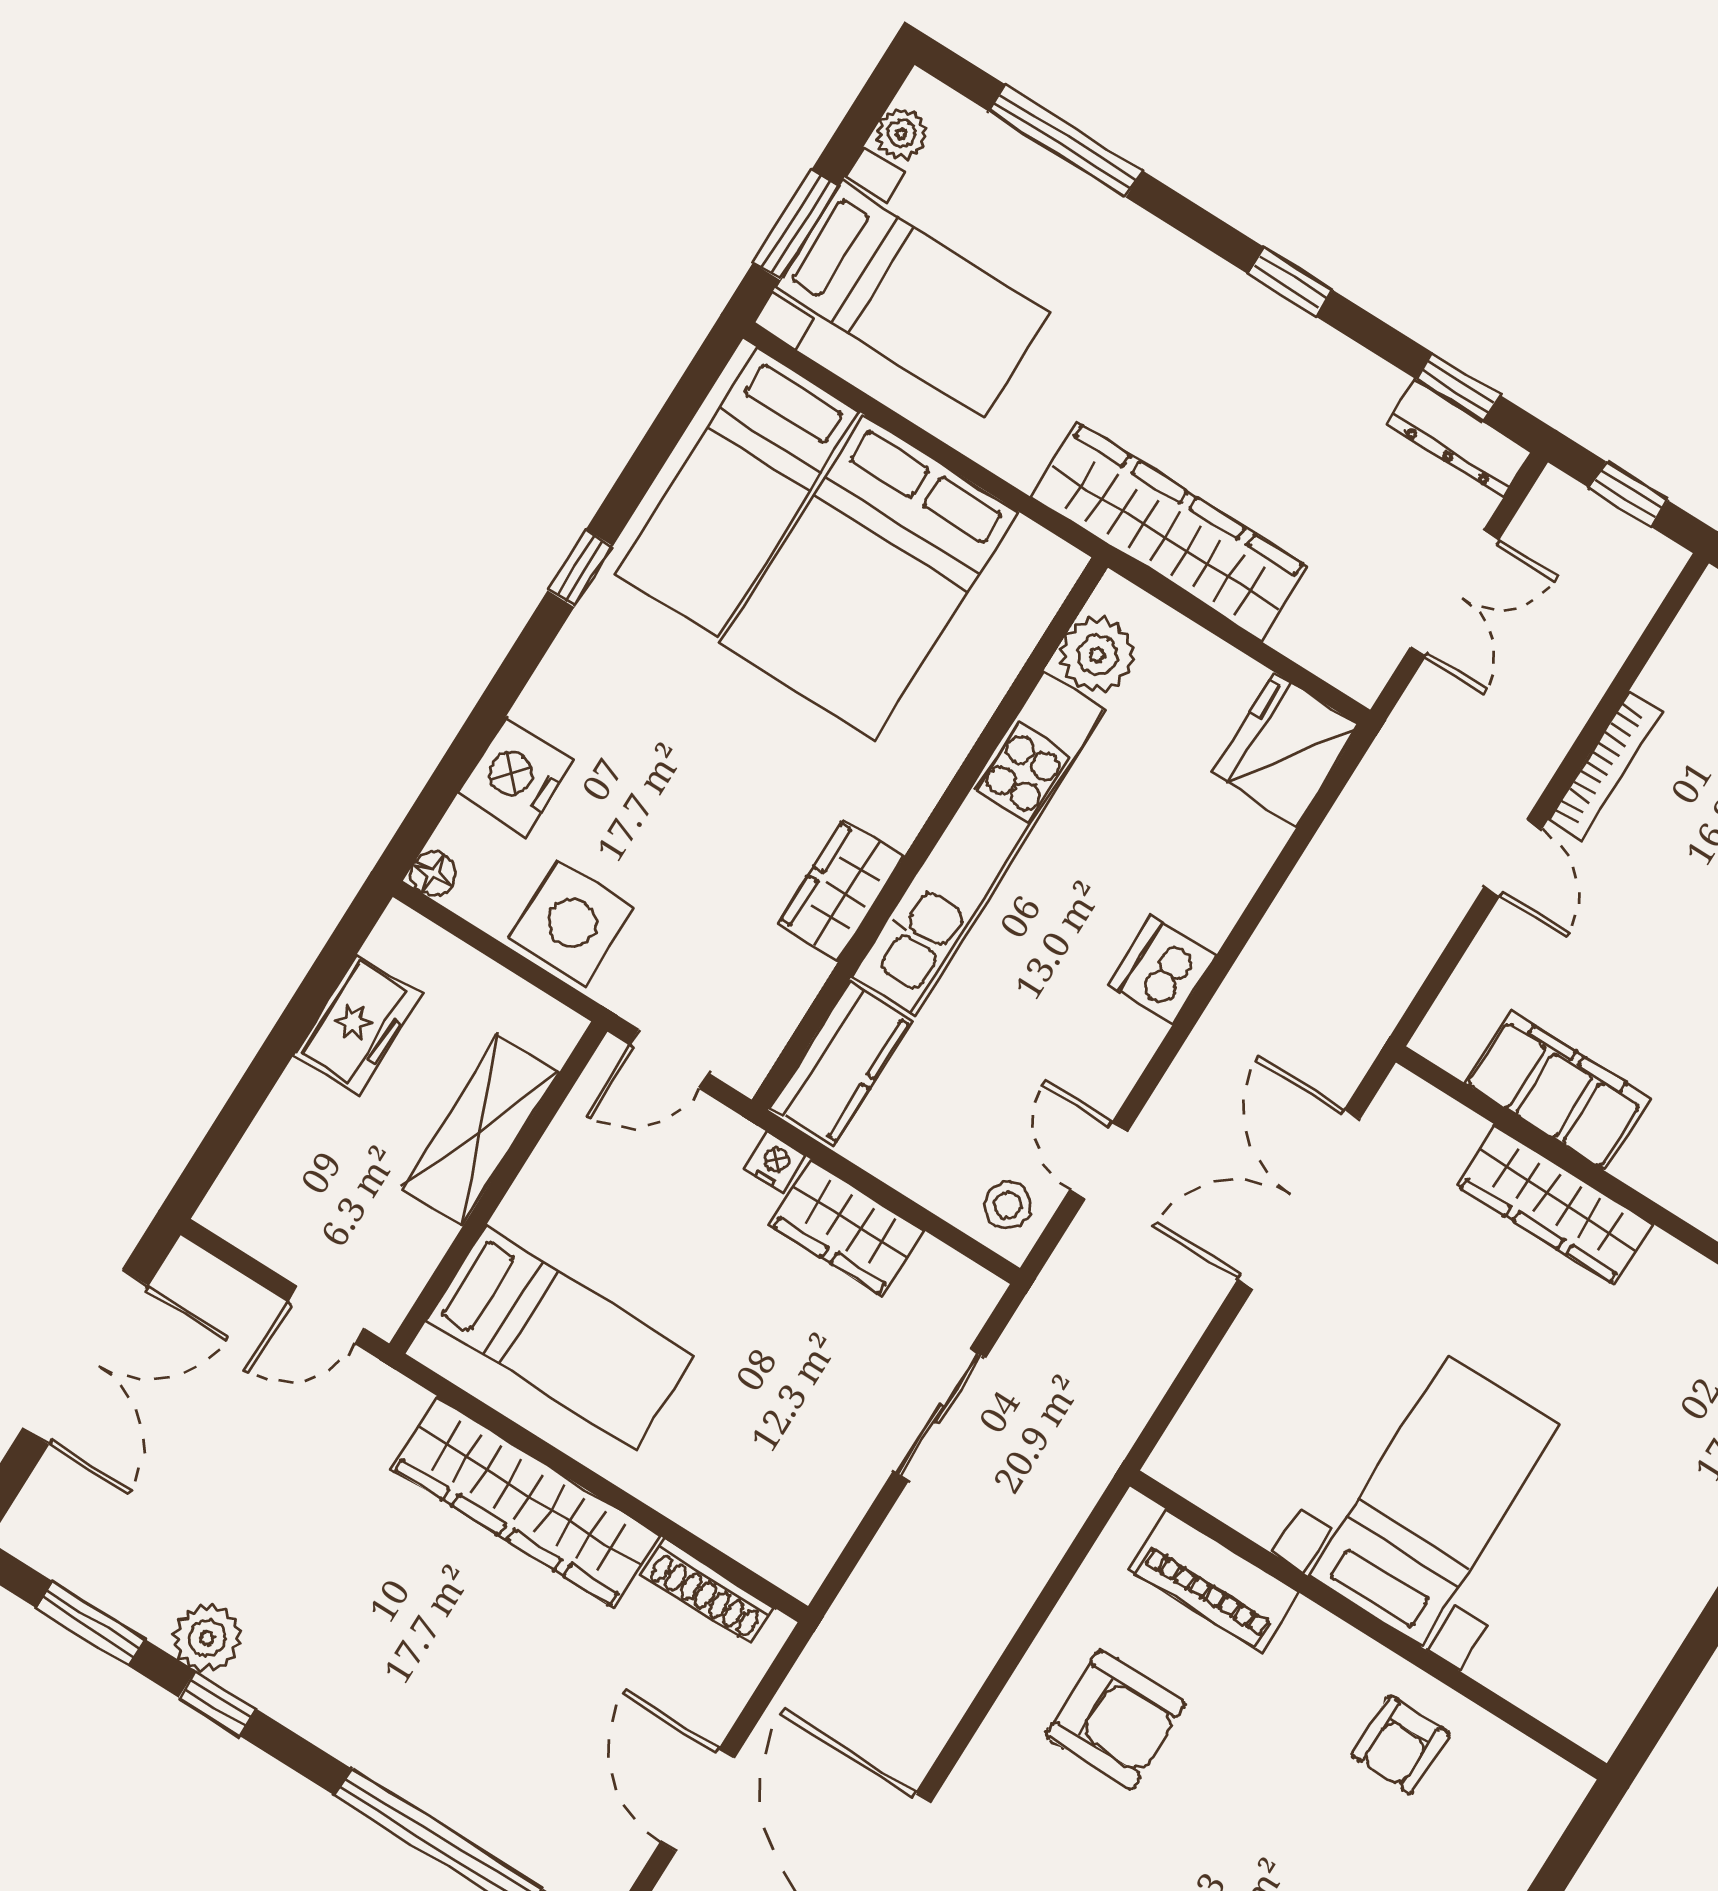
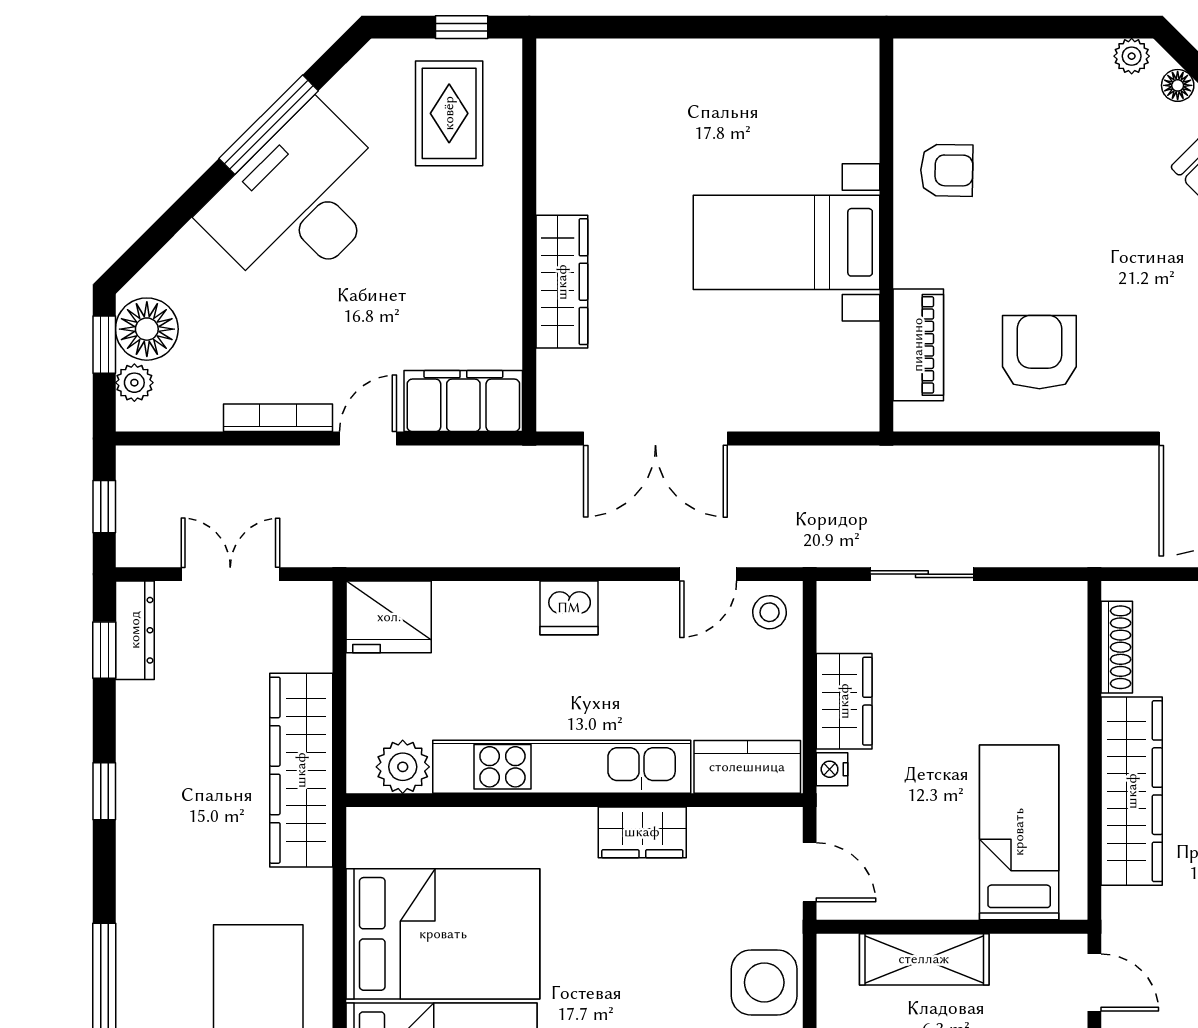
filing cabinet: (1557, 1090) -> (463, 401), moved, turned 90

